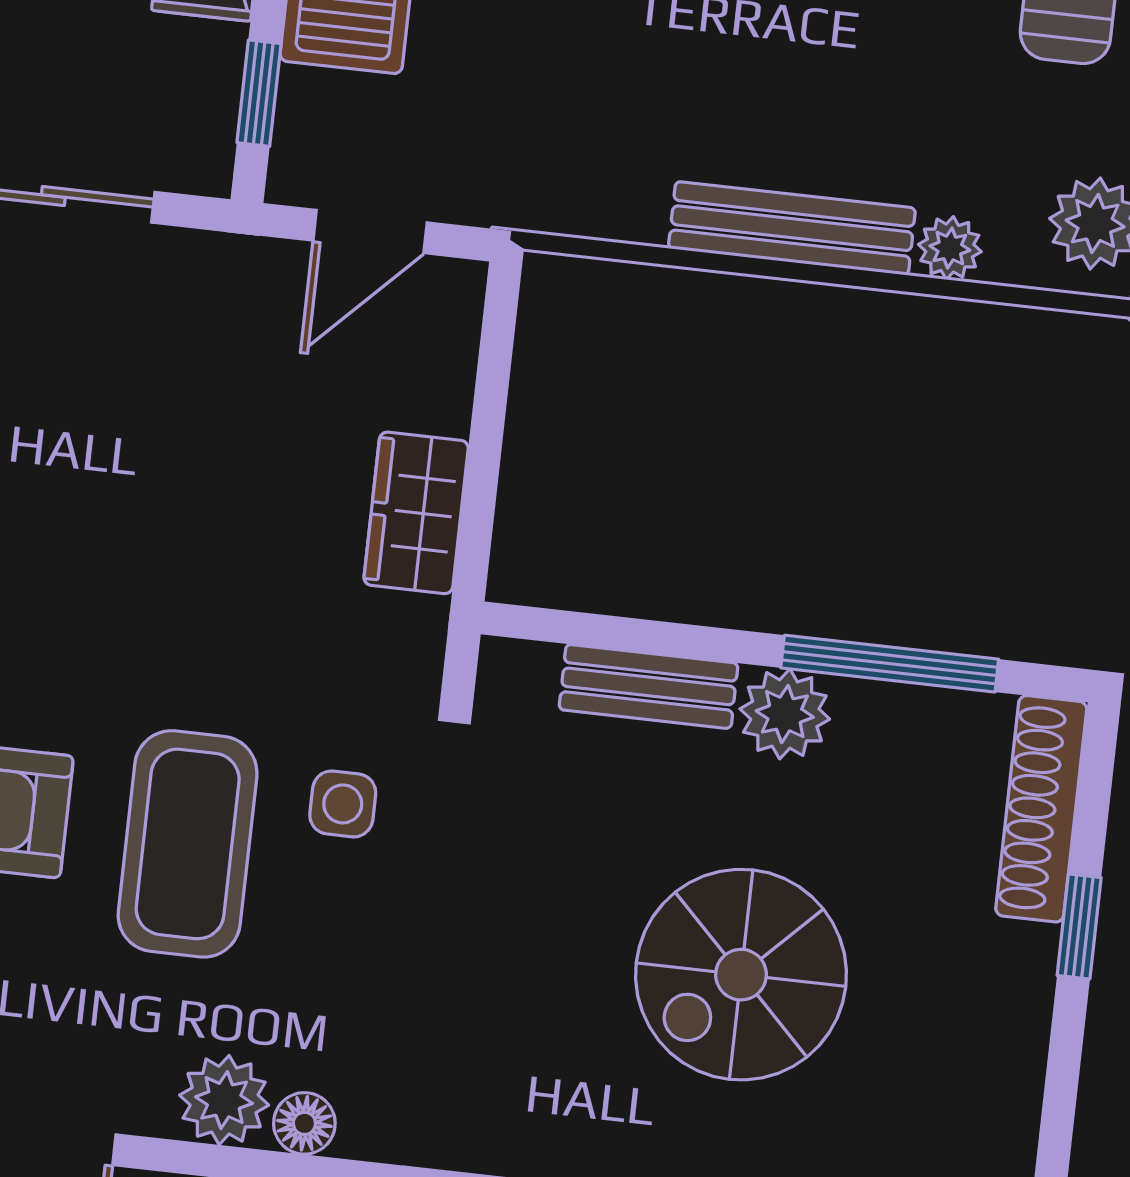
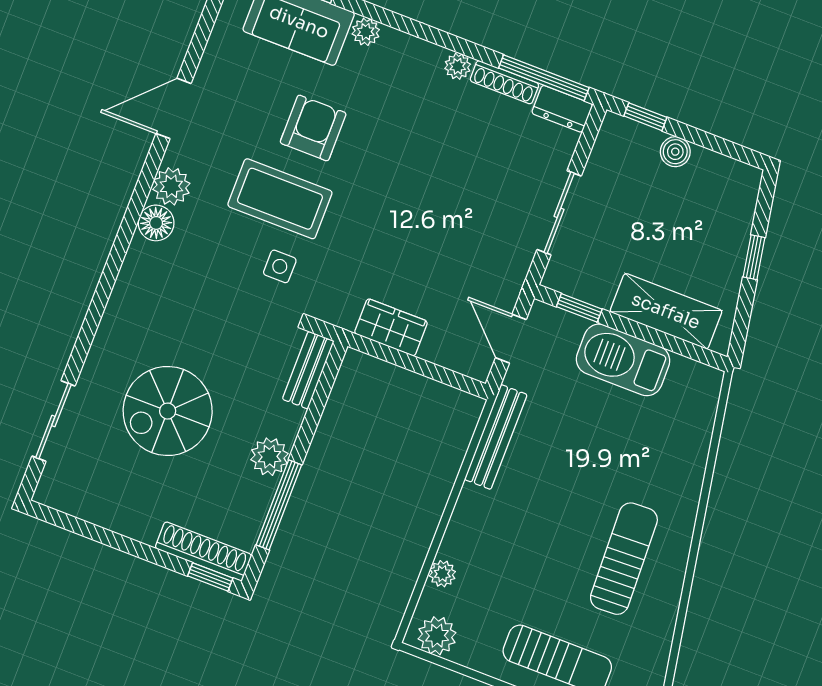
bench: (792, 228) -> (496, 437), moved
bench: (649, 686) -> (308, 370), moved
window: (1079, 927) -> (210, 577), moved
spiral stairs: (741, 975) -> (168, 411), turned -90
floor lamp: (304, 1123) -> (156, 223), width x1.37, depth x1.37

